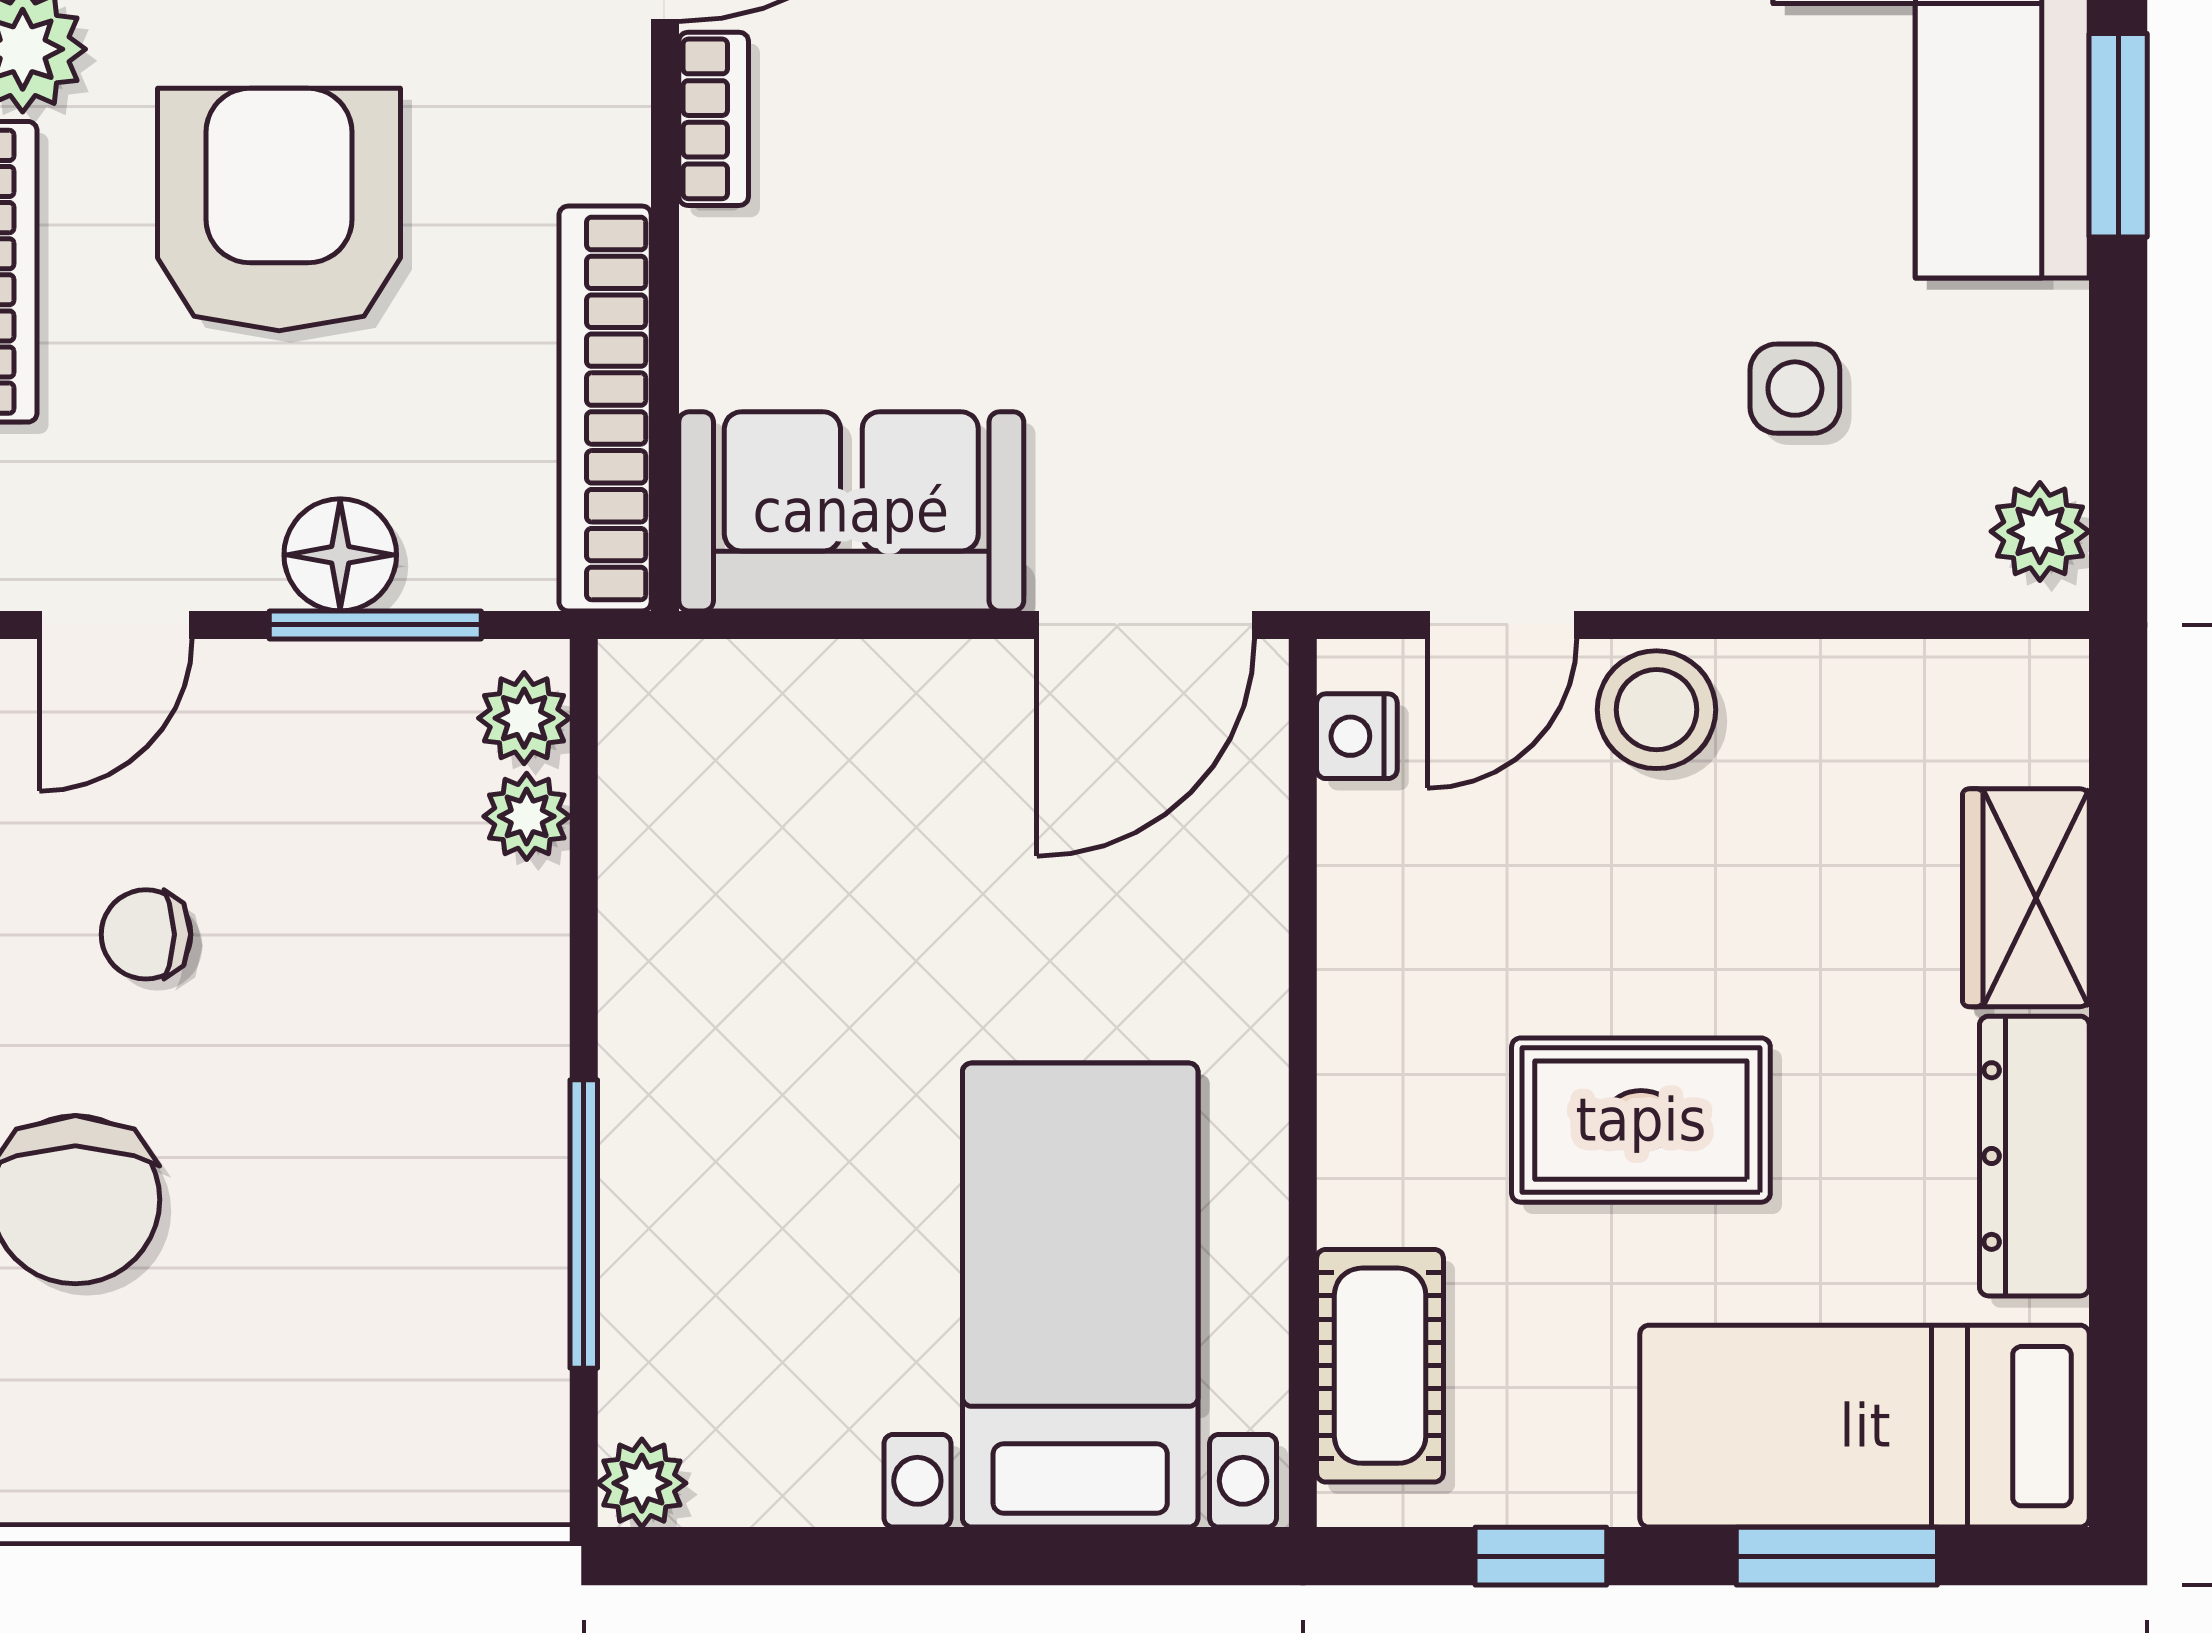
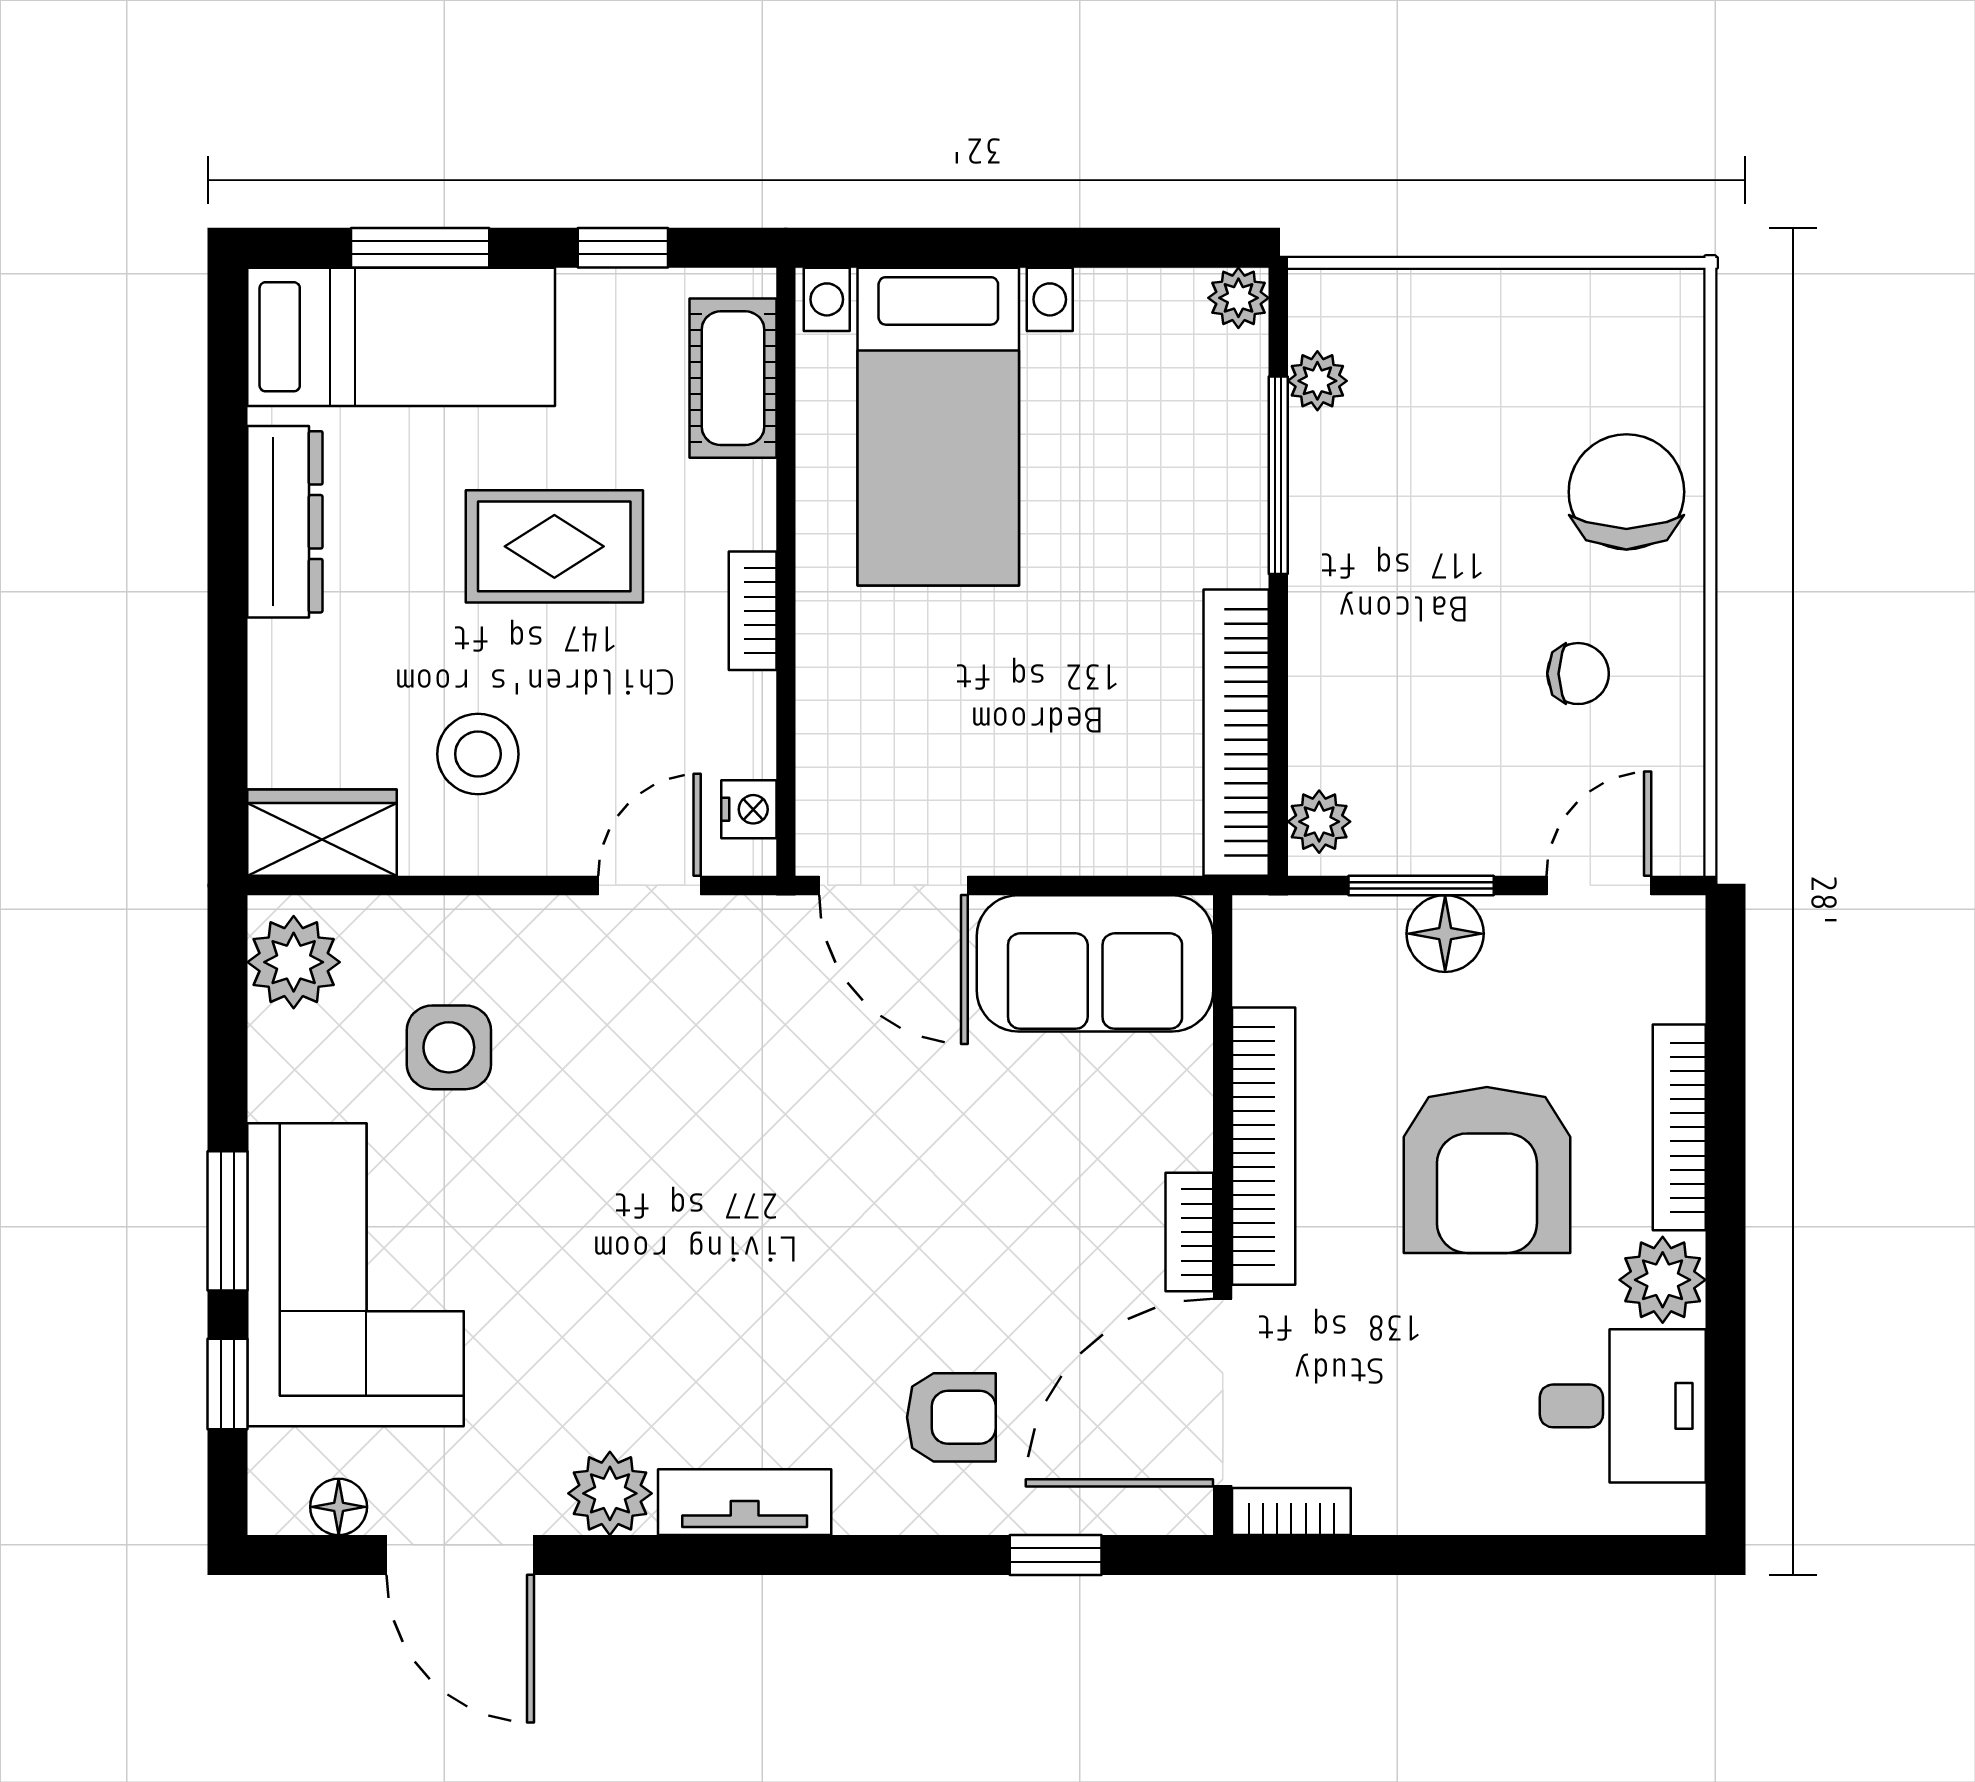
side table: (1795, 389) -> (449, 1047), width x1.37, depth x1.37
bookcase: (605, 408) -> (1264, 1146), moved
plant: (2040, 531) -> (294, 962), width x1.38, depth x1.38
door: (1146, 625) -> (894, 885), swing flipped
stool: (1656, 710) -> (478, 754), moved
plant: (527, 816) -> (1317, 381), moved
bookcase: (645, 848) -> (1236, 733), added
wardrobe: (2026, 898) -> (322, 833), moved, turned -90
bookcase: (1351, 1026) -> (753, 611), added

